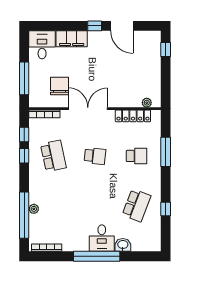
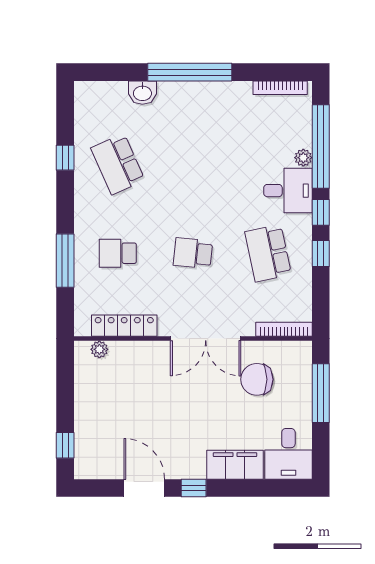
chair: (59, 86) -> (257, 379), turned 90
window: (24, 134) -> (321, 212), moved
school desk: (137, 205) -> (118, 164), turned -45
desk: (102, 238) -> (288, 191), moved, turned 90

